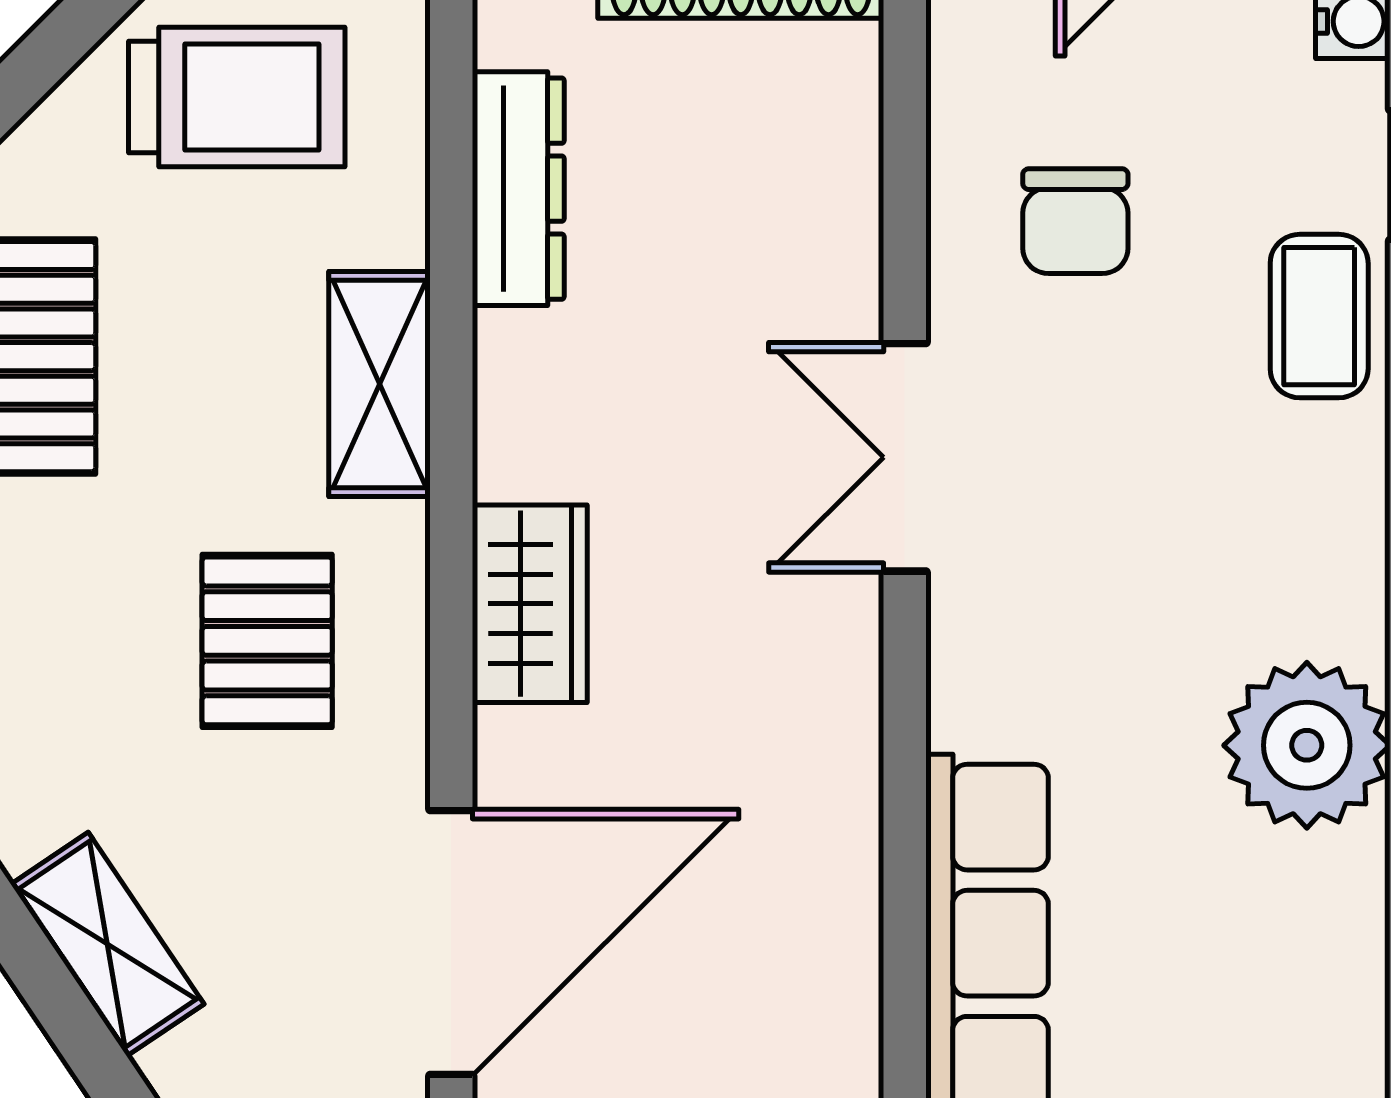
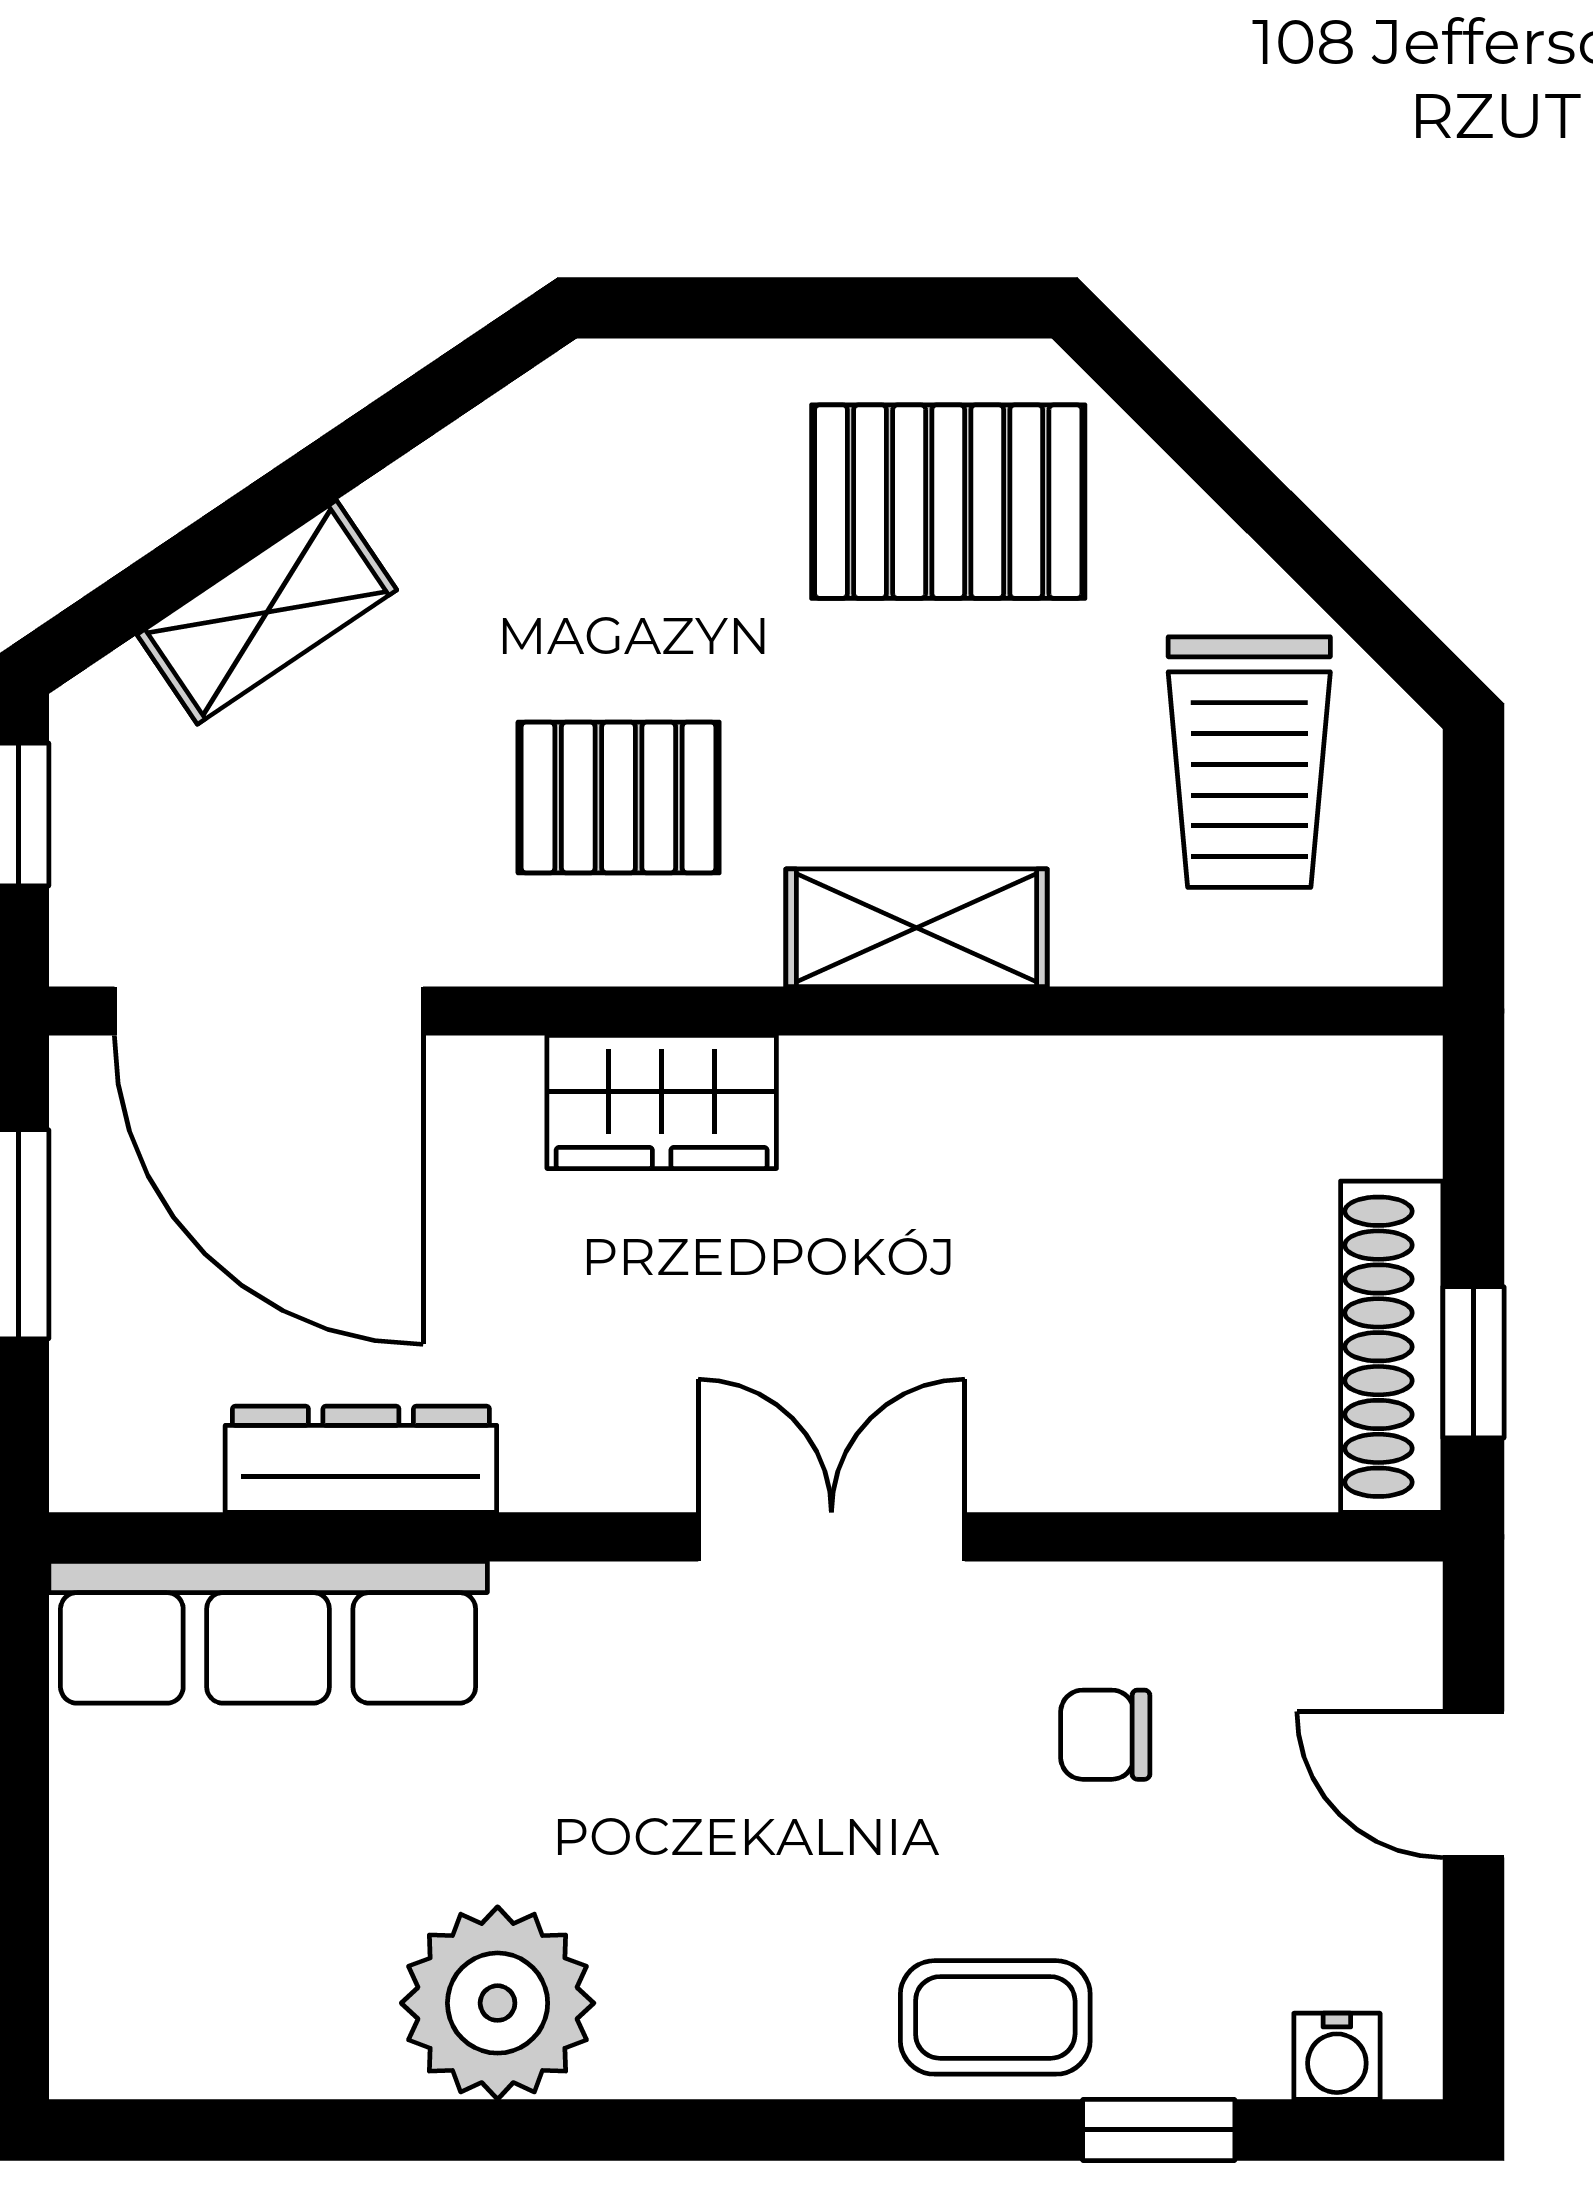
dresser: (518, 189) -> (361, 1459), moved, turned 180
chair: (1075, 221) -> (1105, 1735), width x0.73, depth x0.73

